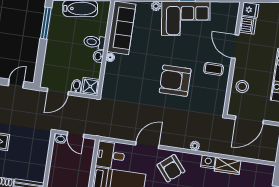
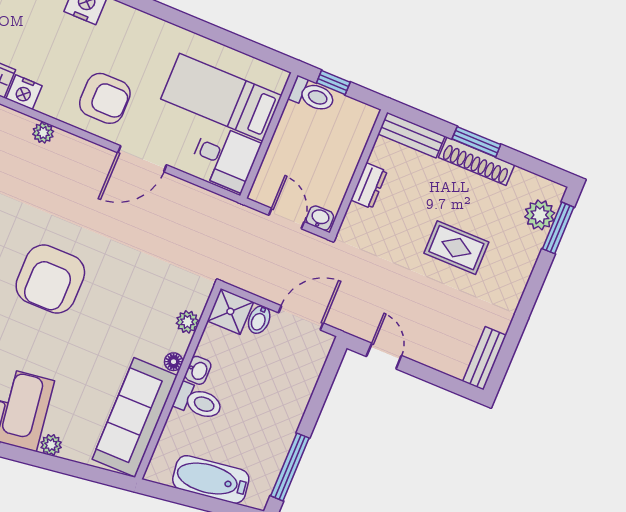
plant: (108, 77) -> (187, 322), added
armchair: (175, 81) -> (50, 279), turned 90
door: (16, 84) -> (384, 356), swing flipped
dresser: (42, 159) -> (369, 186), added
armchair: (171, 168) -> (105, 98), turned 130

